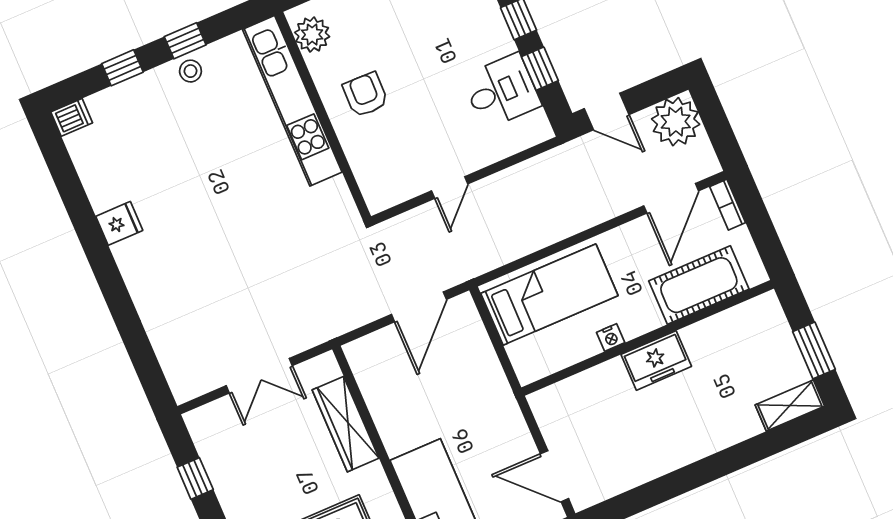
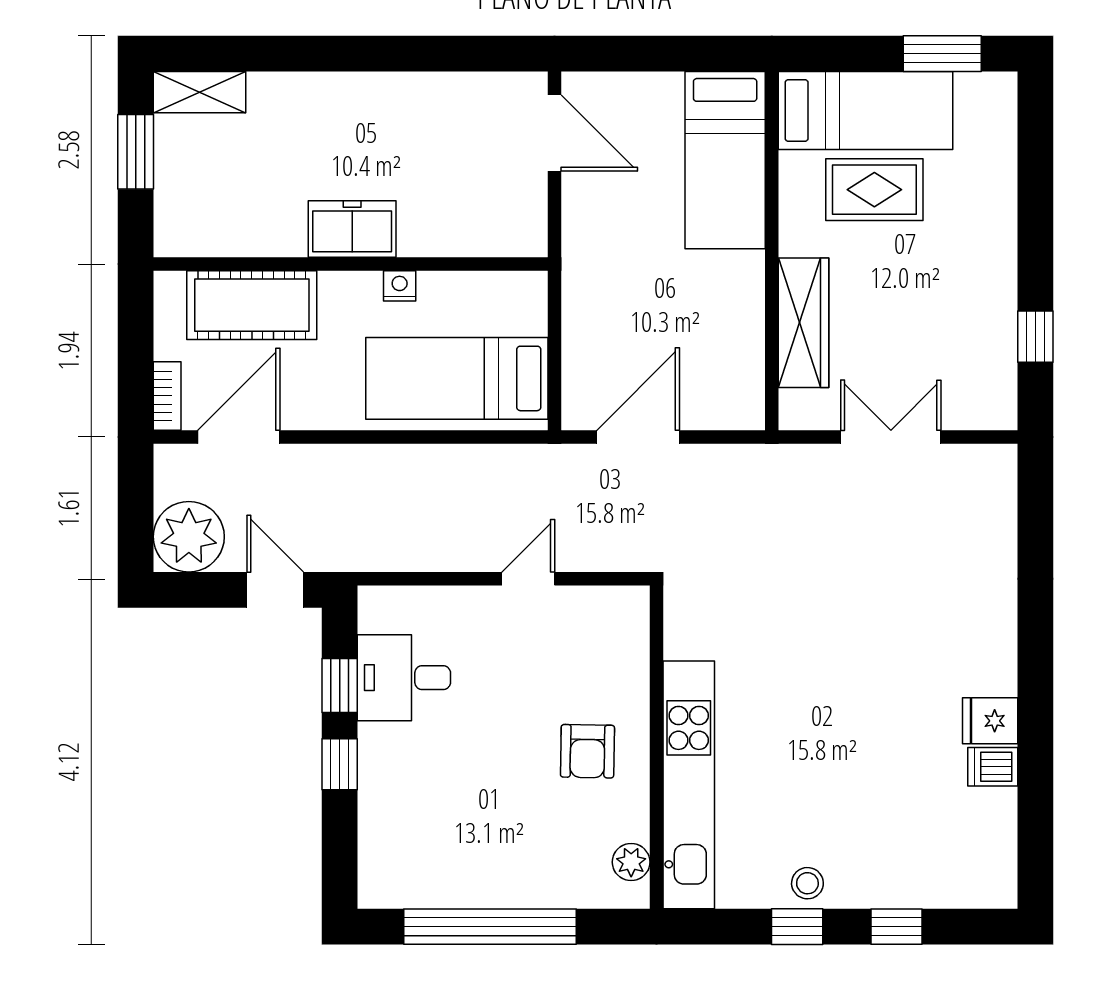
plant: (312, 35) -> (631, 862), width x0.73, depth x0.73
dishwasher: (72, 117) -> (993, 767), moved

